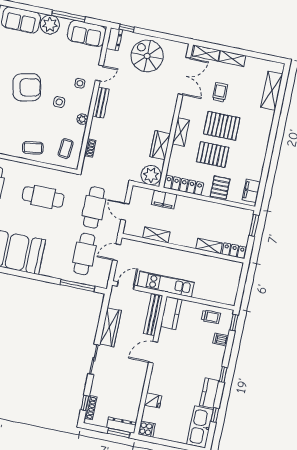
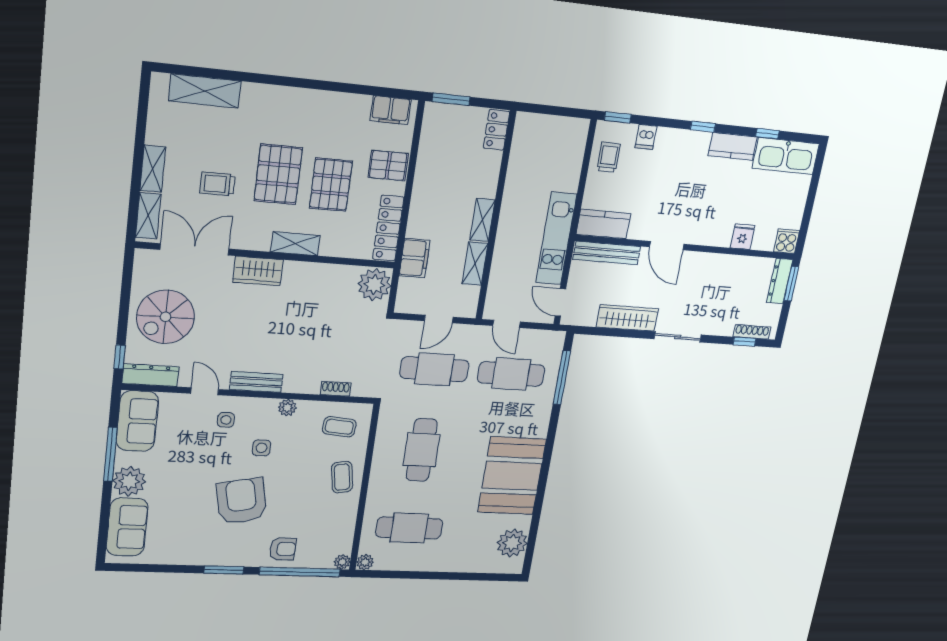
dresser: (114, 39) -> (150, 375), width x1.44
wardrobe: (160, 145) -> (258, 271), moved
shelving: (209, 246) -> (482, 220), moved

